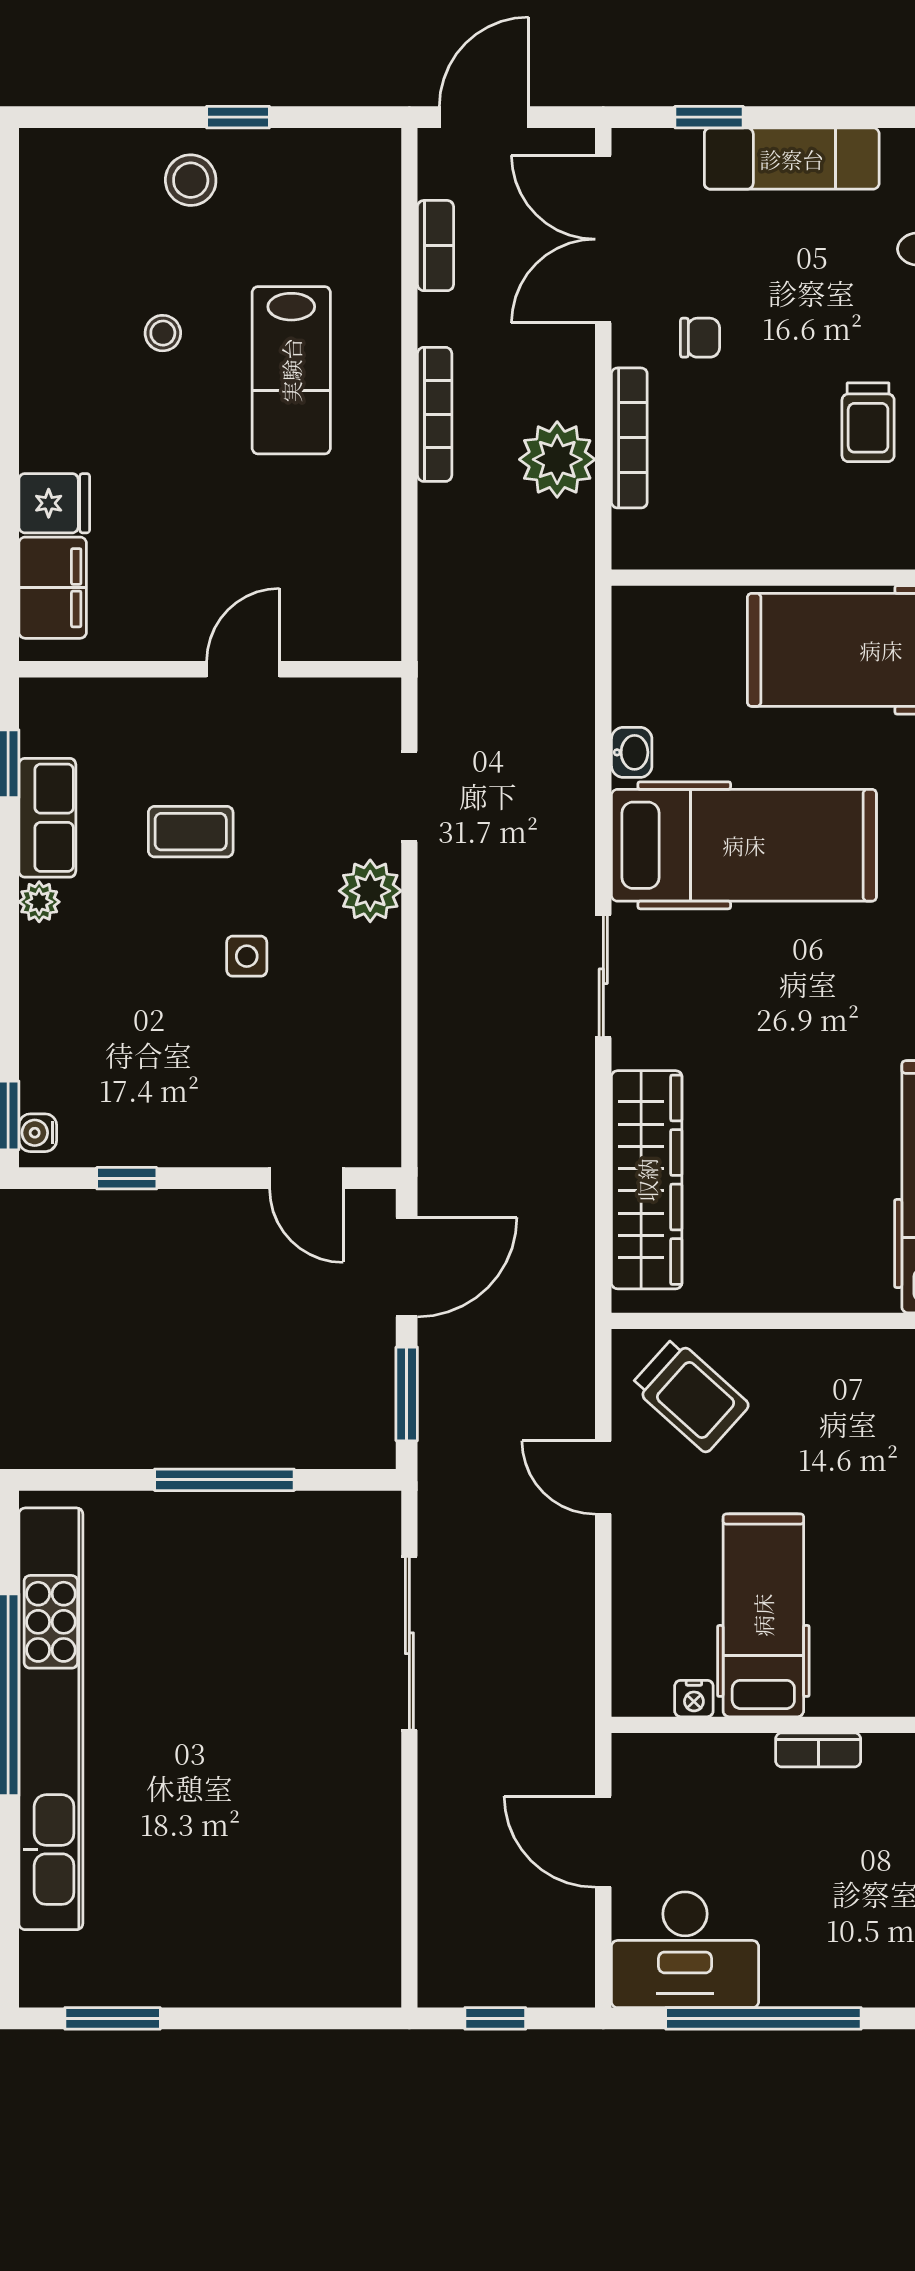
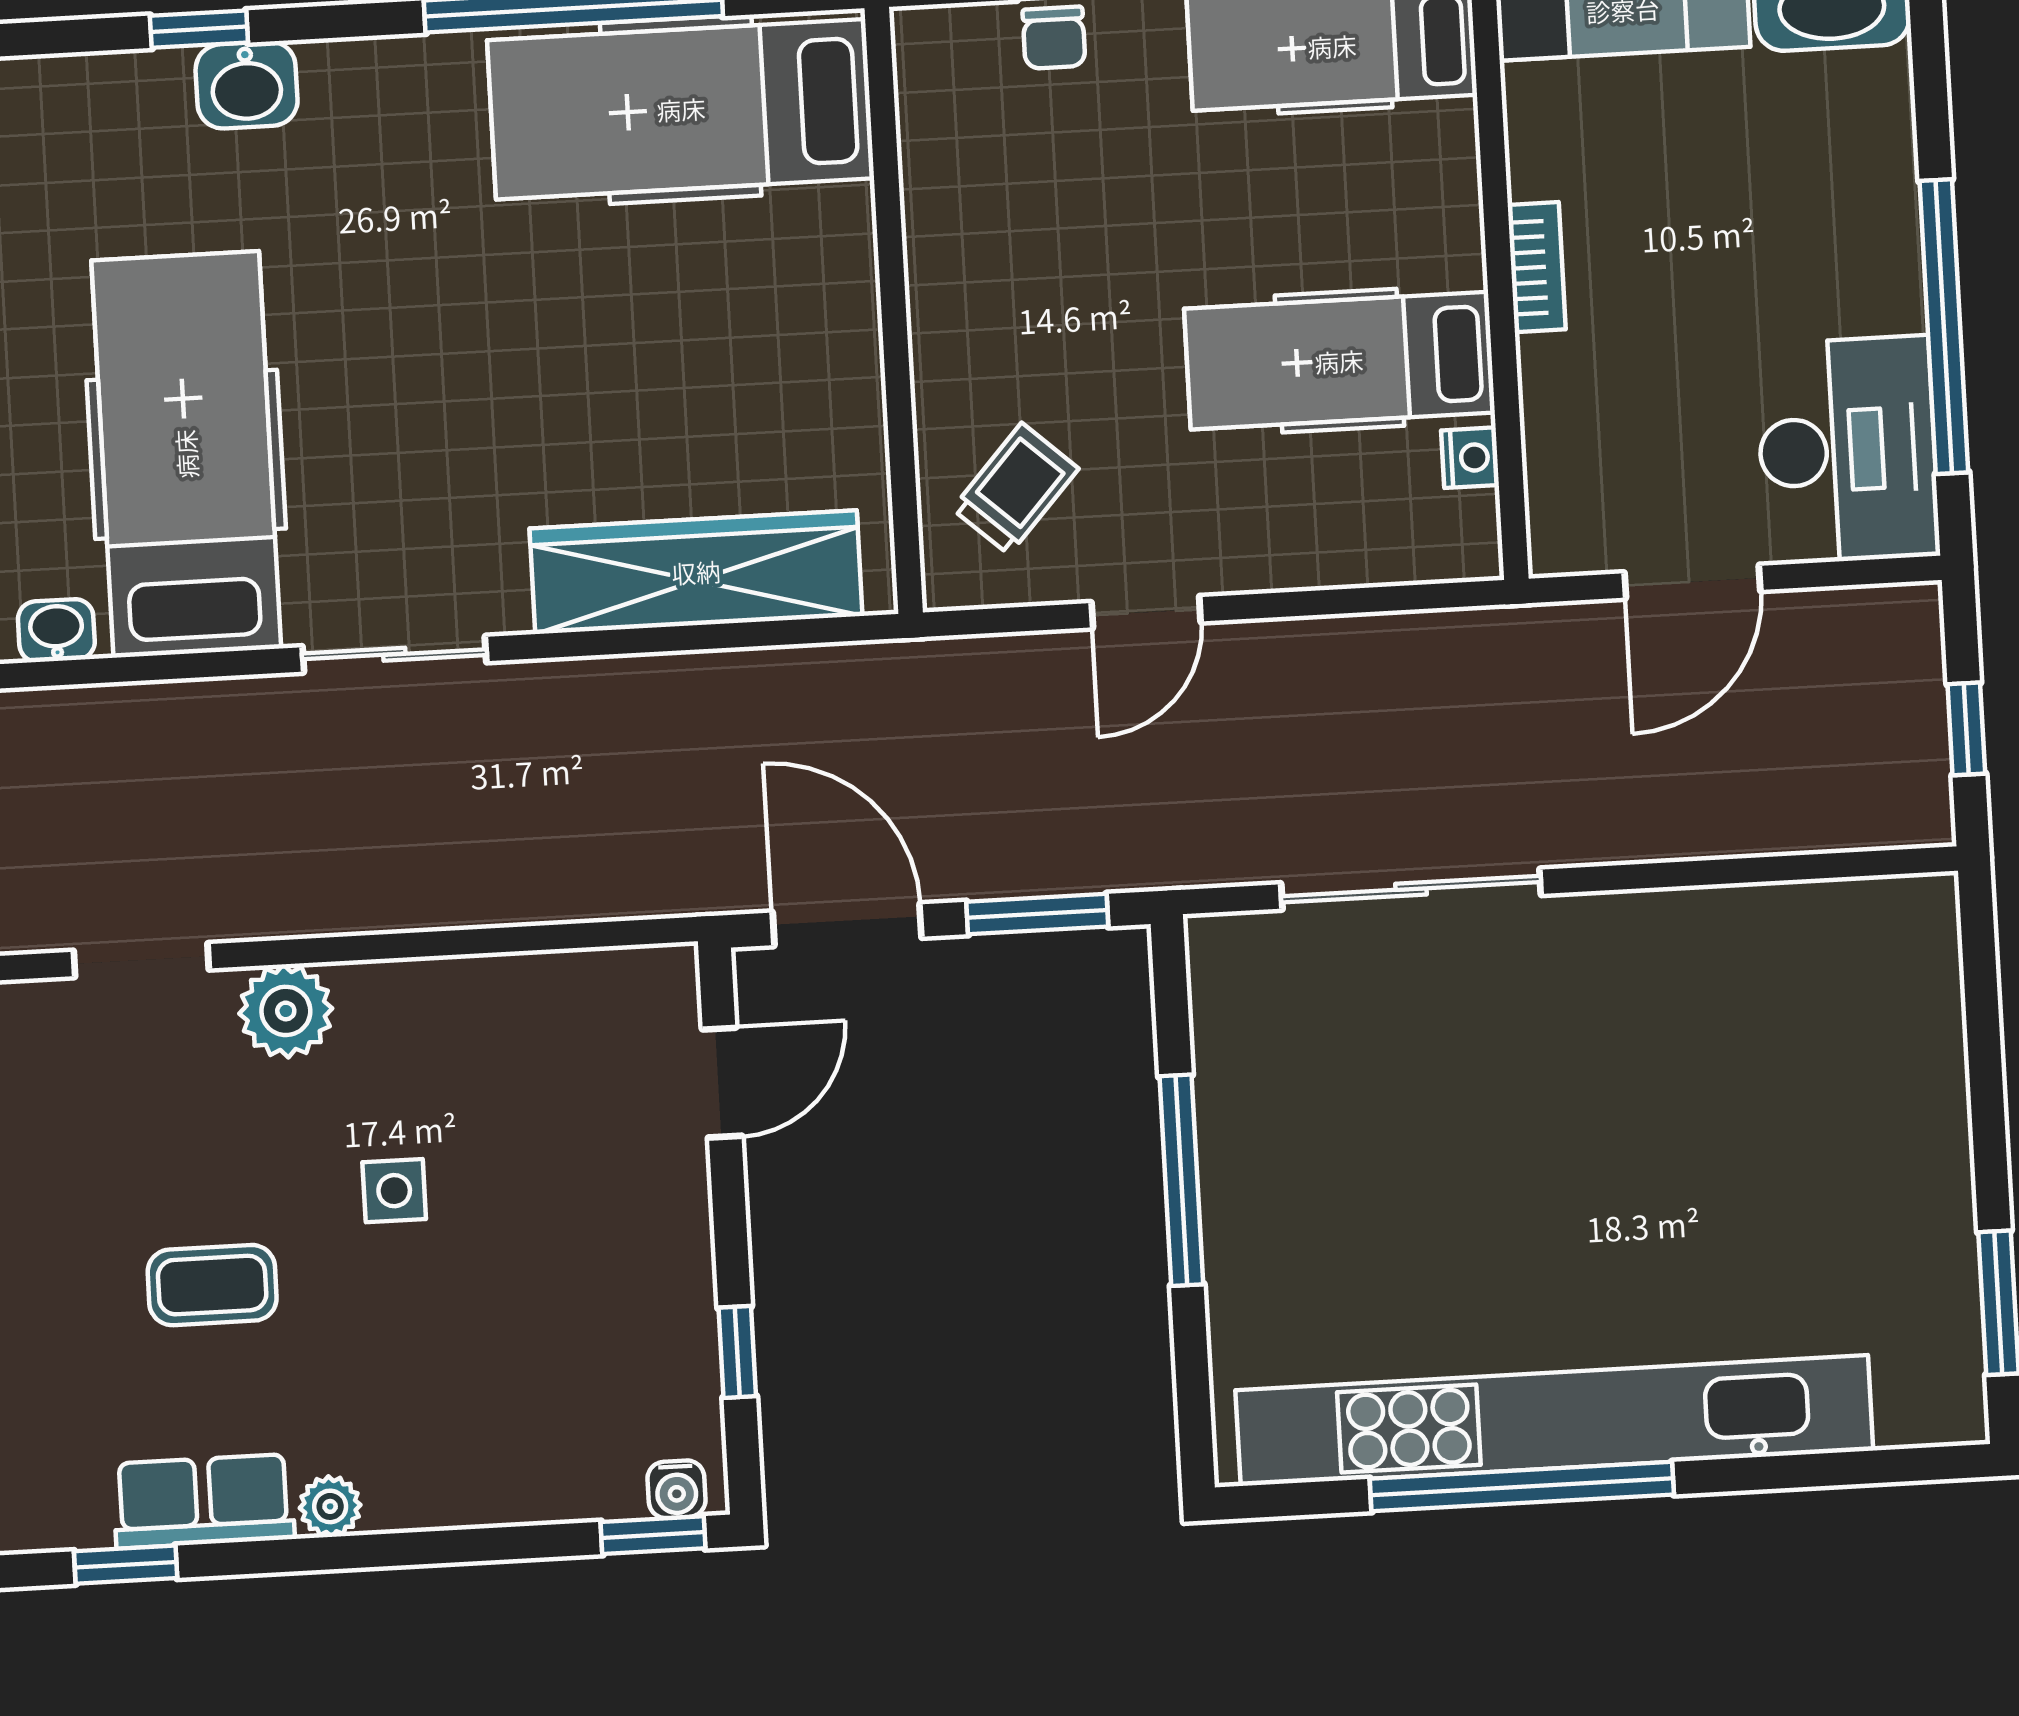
coffee table: (191, 832) -> (212, 1285), turned 90
trolley: (690, 1395) -> (1015, 489), width x0.73, depth x0.72

